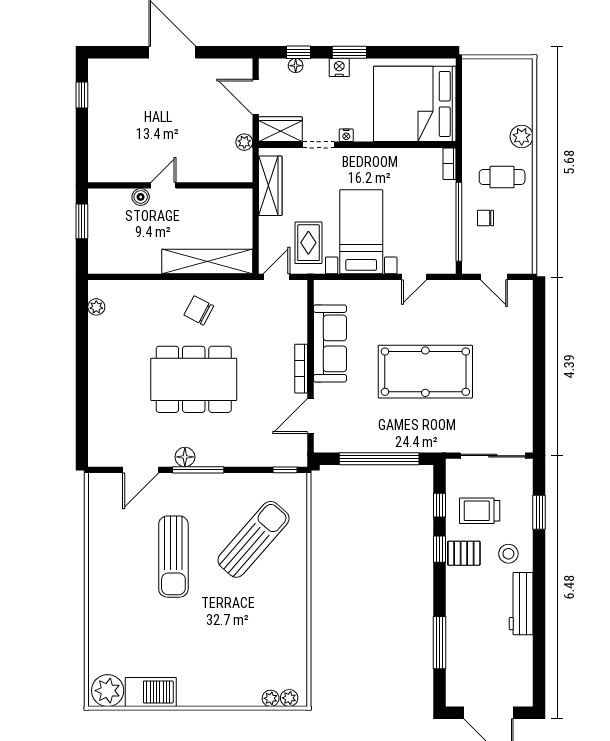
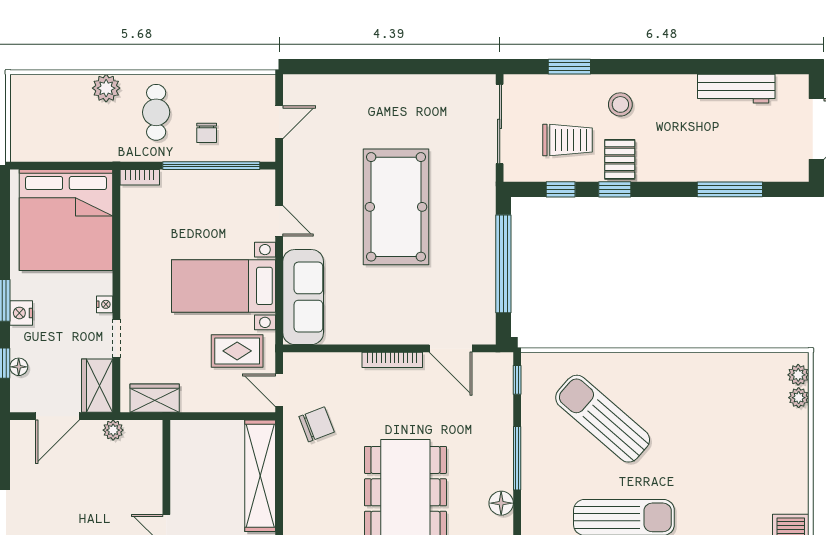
wardrobe: (270, 186) -> (155, 398), width x0.67
chair: (199, 310) -> (317, 424), moved, turned -139
sofa: (330, 343) -> (303, 297), moved, turned 90
window: (198, 470) -> (517, 458), moved
trolley: (480, 511) -> (568, 140), turned -90
workbench: (521, 604) -> (736, 89), moved

